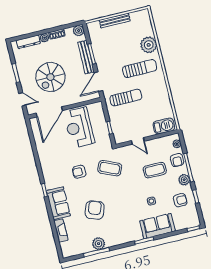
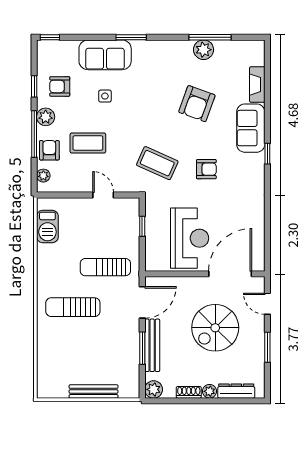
plant: (149, 45) -> (50, 341), removed
spiral stairs: (50, 77) -> (215, 328), turned 180
barbecue: (164, 126) -> (47, 227), moved, turned -90

